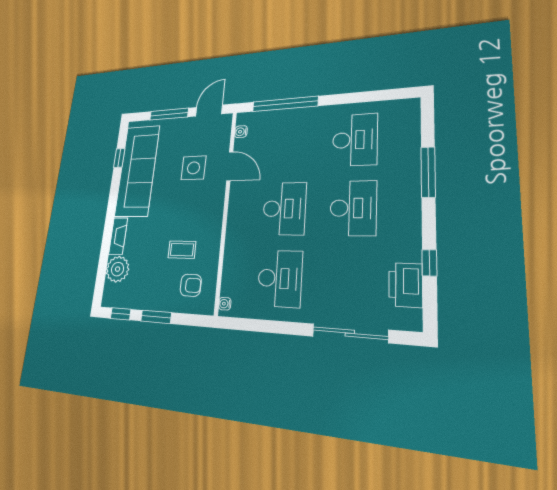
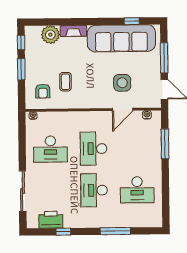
window: (285, 104) -> (165, 144), width x0.68
desk: (353, 208) -> (94, 190), turned 90
desk: (284, 209) -> (94, 149), turned 90

